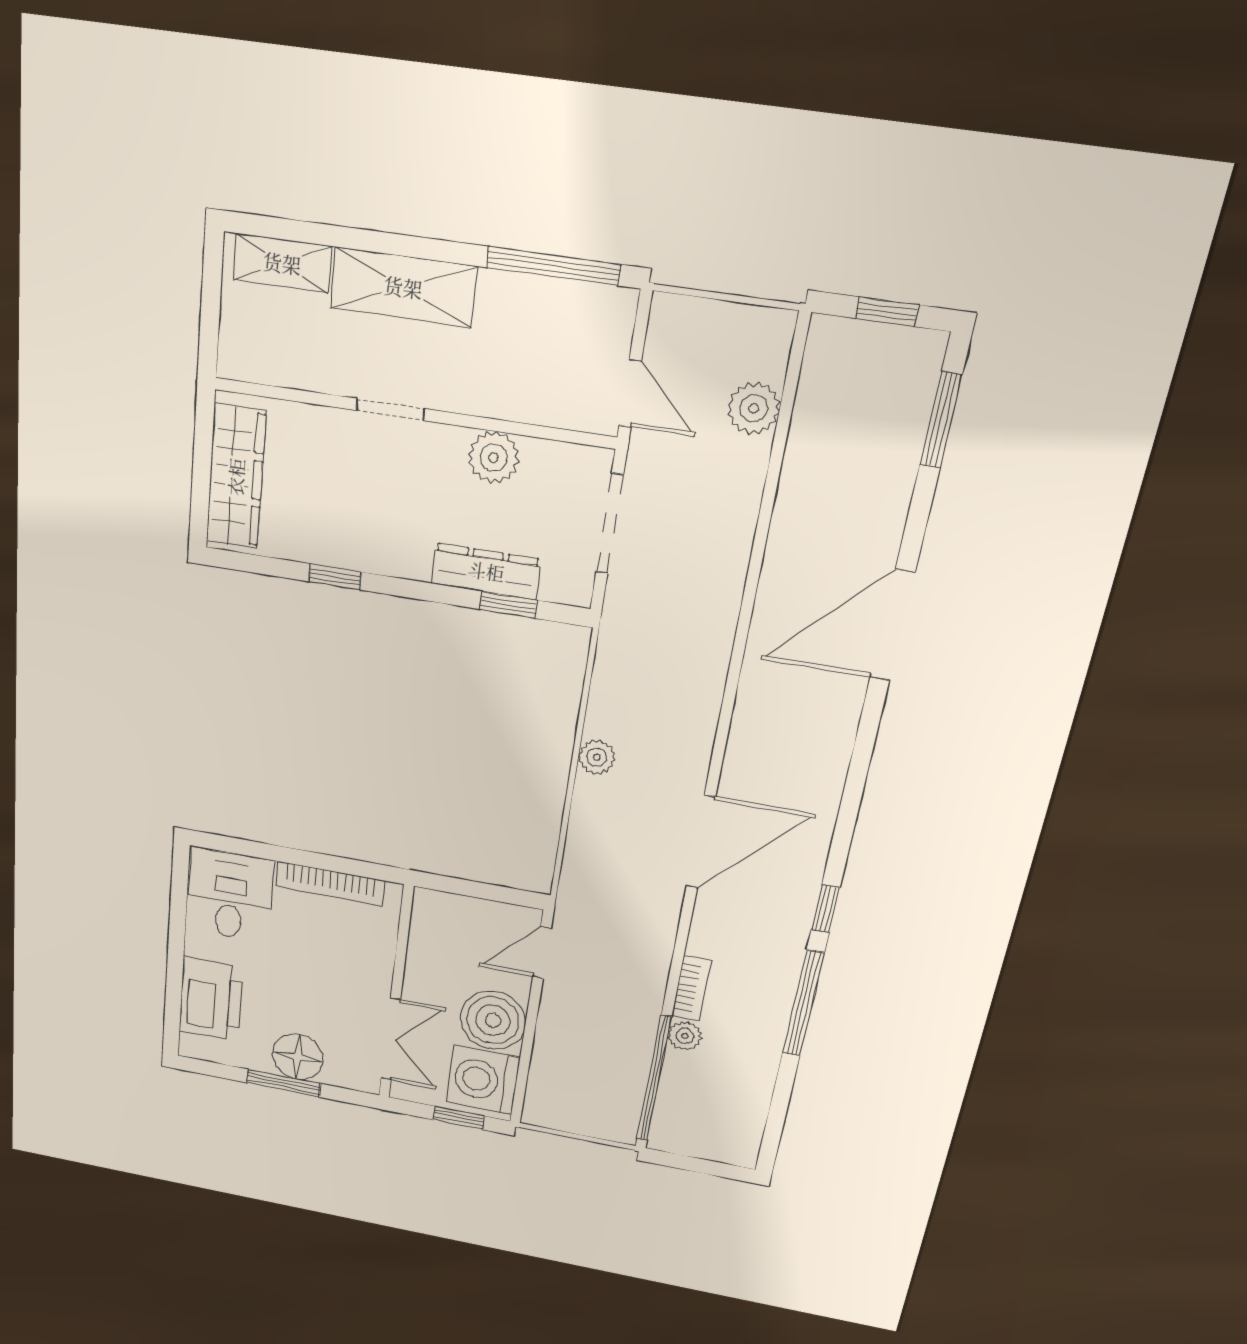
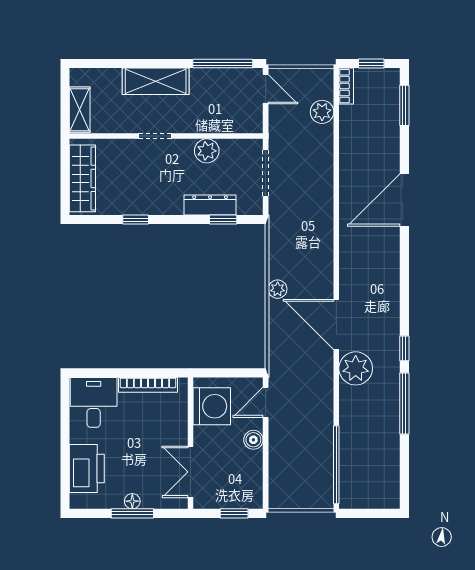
shelving: (282, 263) -> (80, 110), moved, turned 90
door: (630, 393) -> (266, 89), moved
door: (701, 842) -> (336, 324), swing flipped
bookcase: (691, 988) -> (346, 86), moved
boiler: (493, 1020) -> (253, 440), width x0.54, depth x0.54
plant: (685, 1036) -> (356, 368), moved, width x1.87, depth x1.87
double door: (391, 1039) -> (190, 472), swing flipped
floor lamp: (298, 1057) -> (132, 501), width x0.53, depth x0.53
washing machine: (483, 1080) -> (212, 406), moved, turned 180

